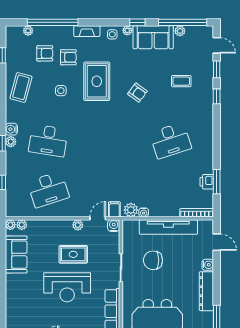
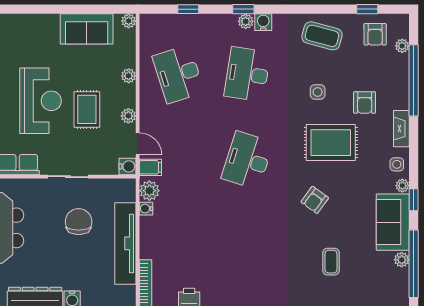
armchair: (45, 53) -> (375, 34), moved
desk: (171, 141) -> (247, 160), moved, turned 36
plant: (22, 225) -> (129, 76), moved
reception desk: (67, 287) -> (41, 101), turned 180

